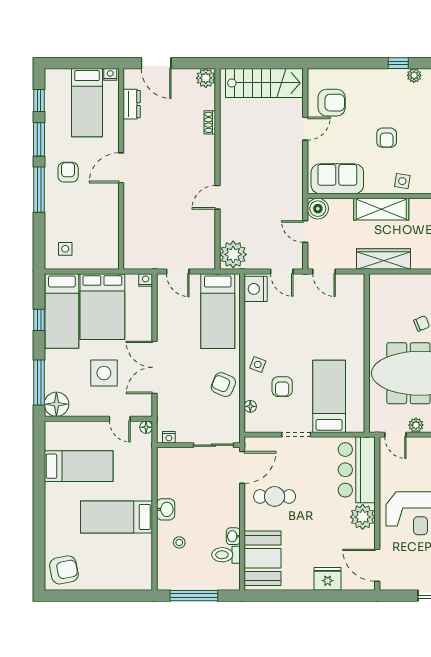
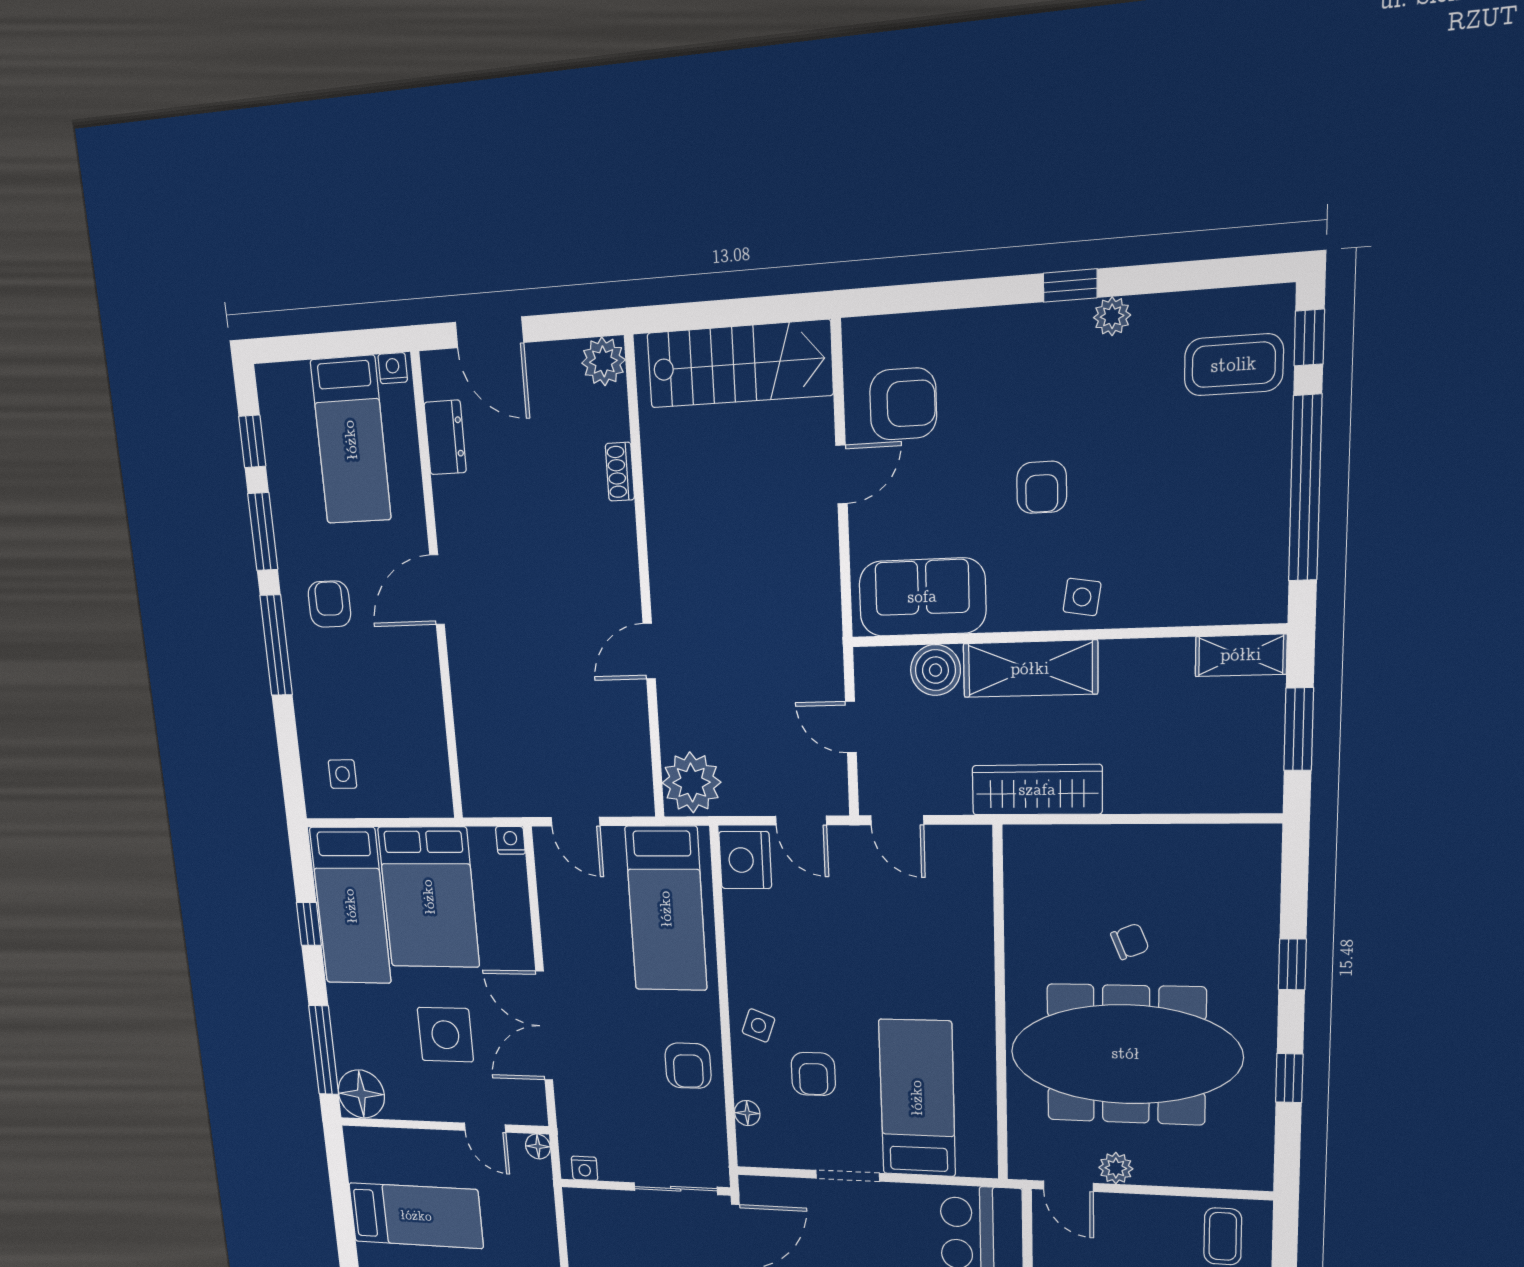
boiler: (318, 209) -> (935, 670), moved
armchair: (223, 385) -> (688, 1066), turned -113

